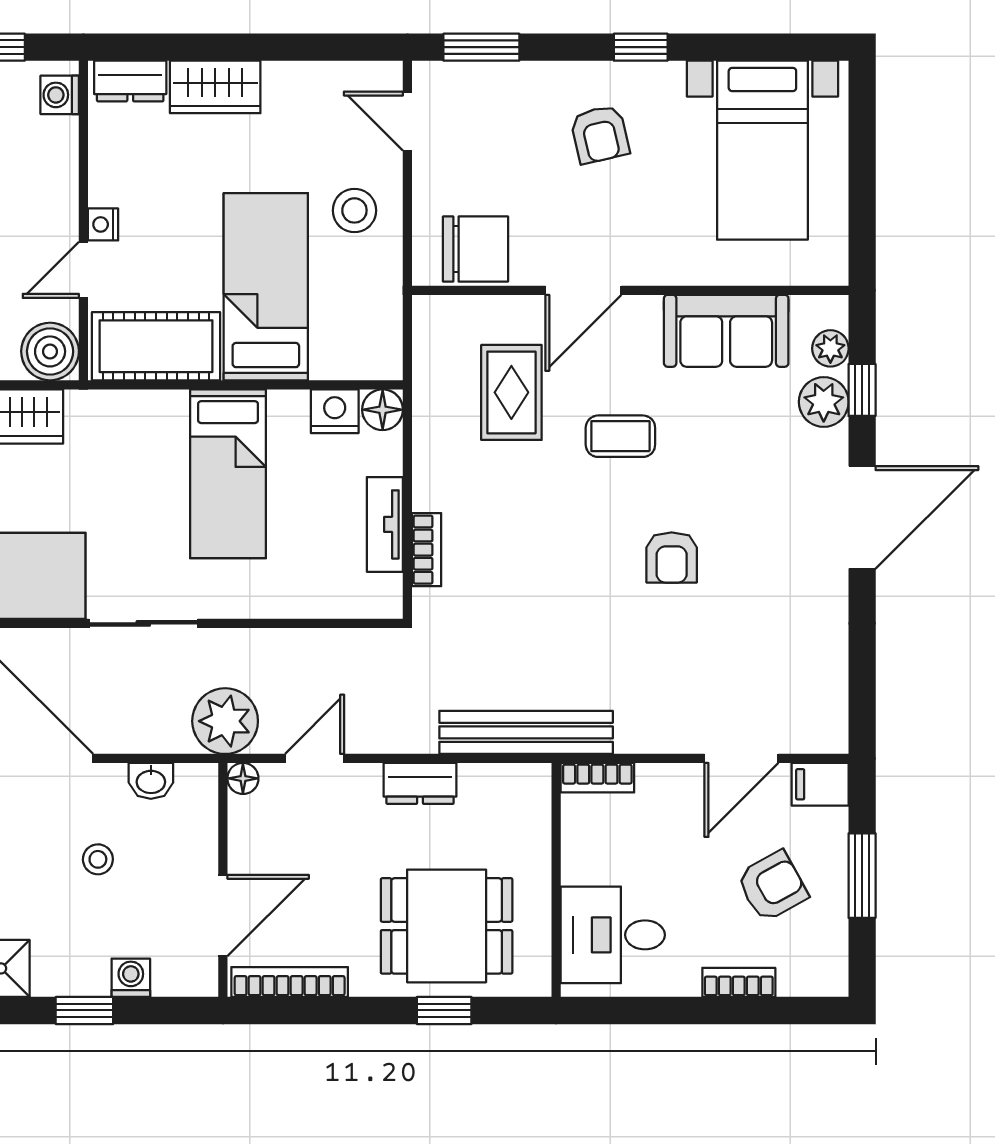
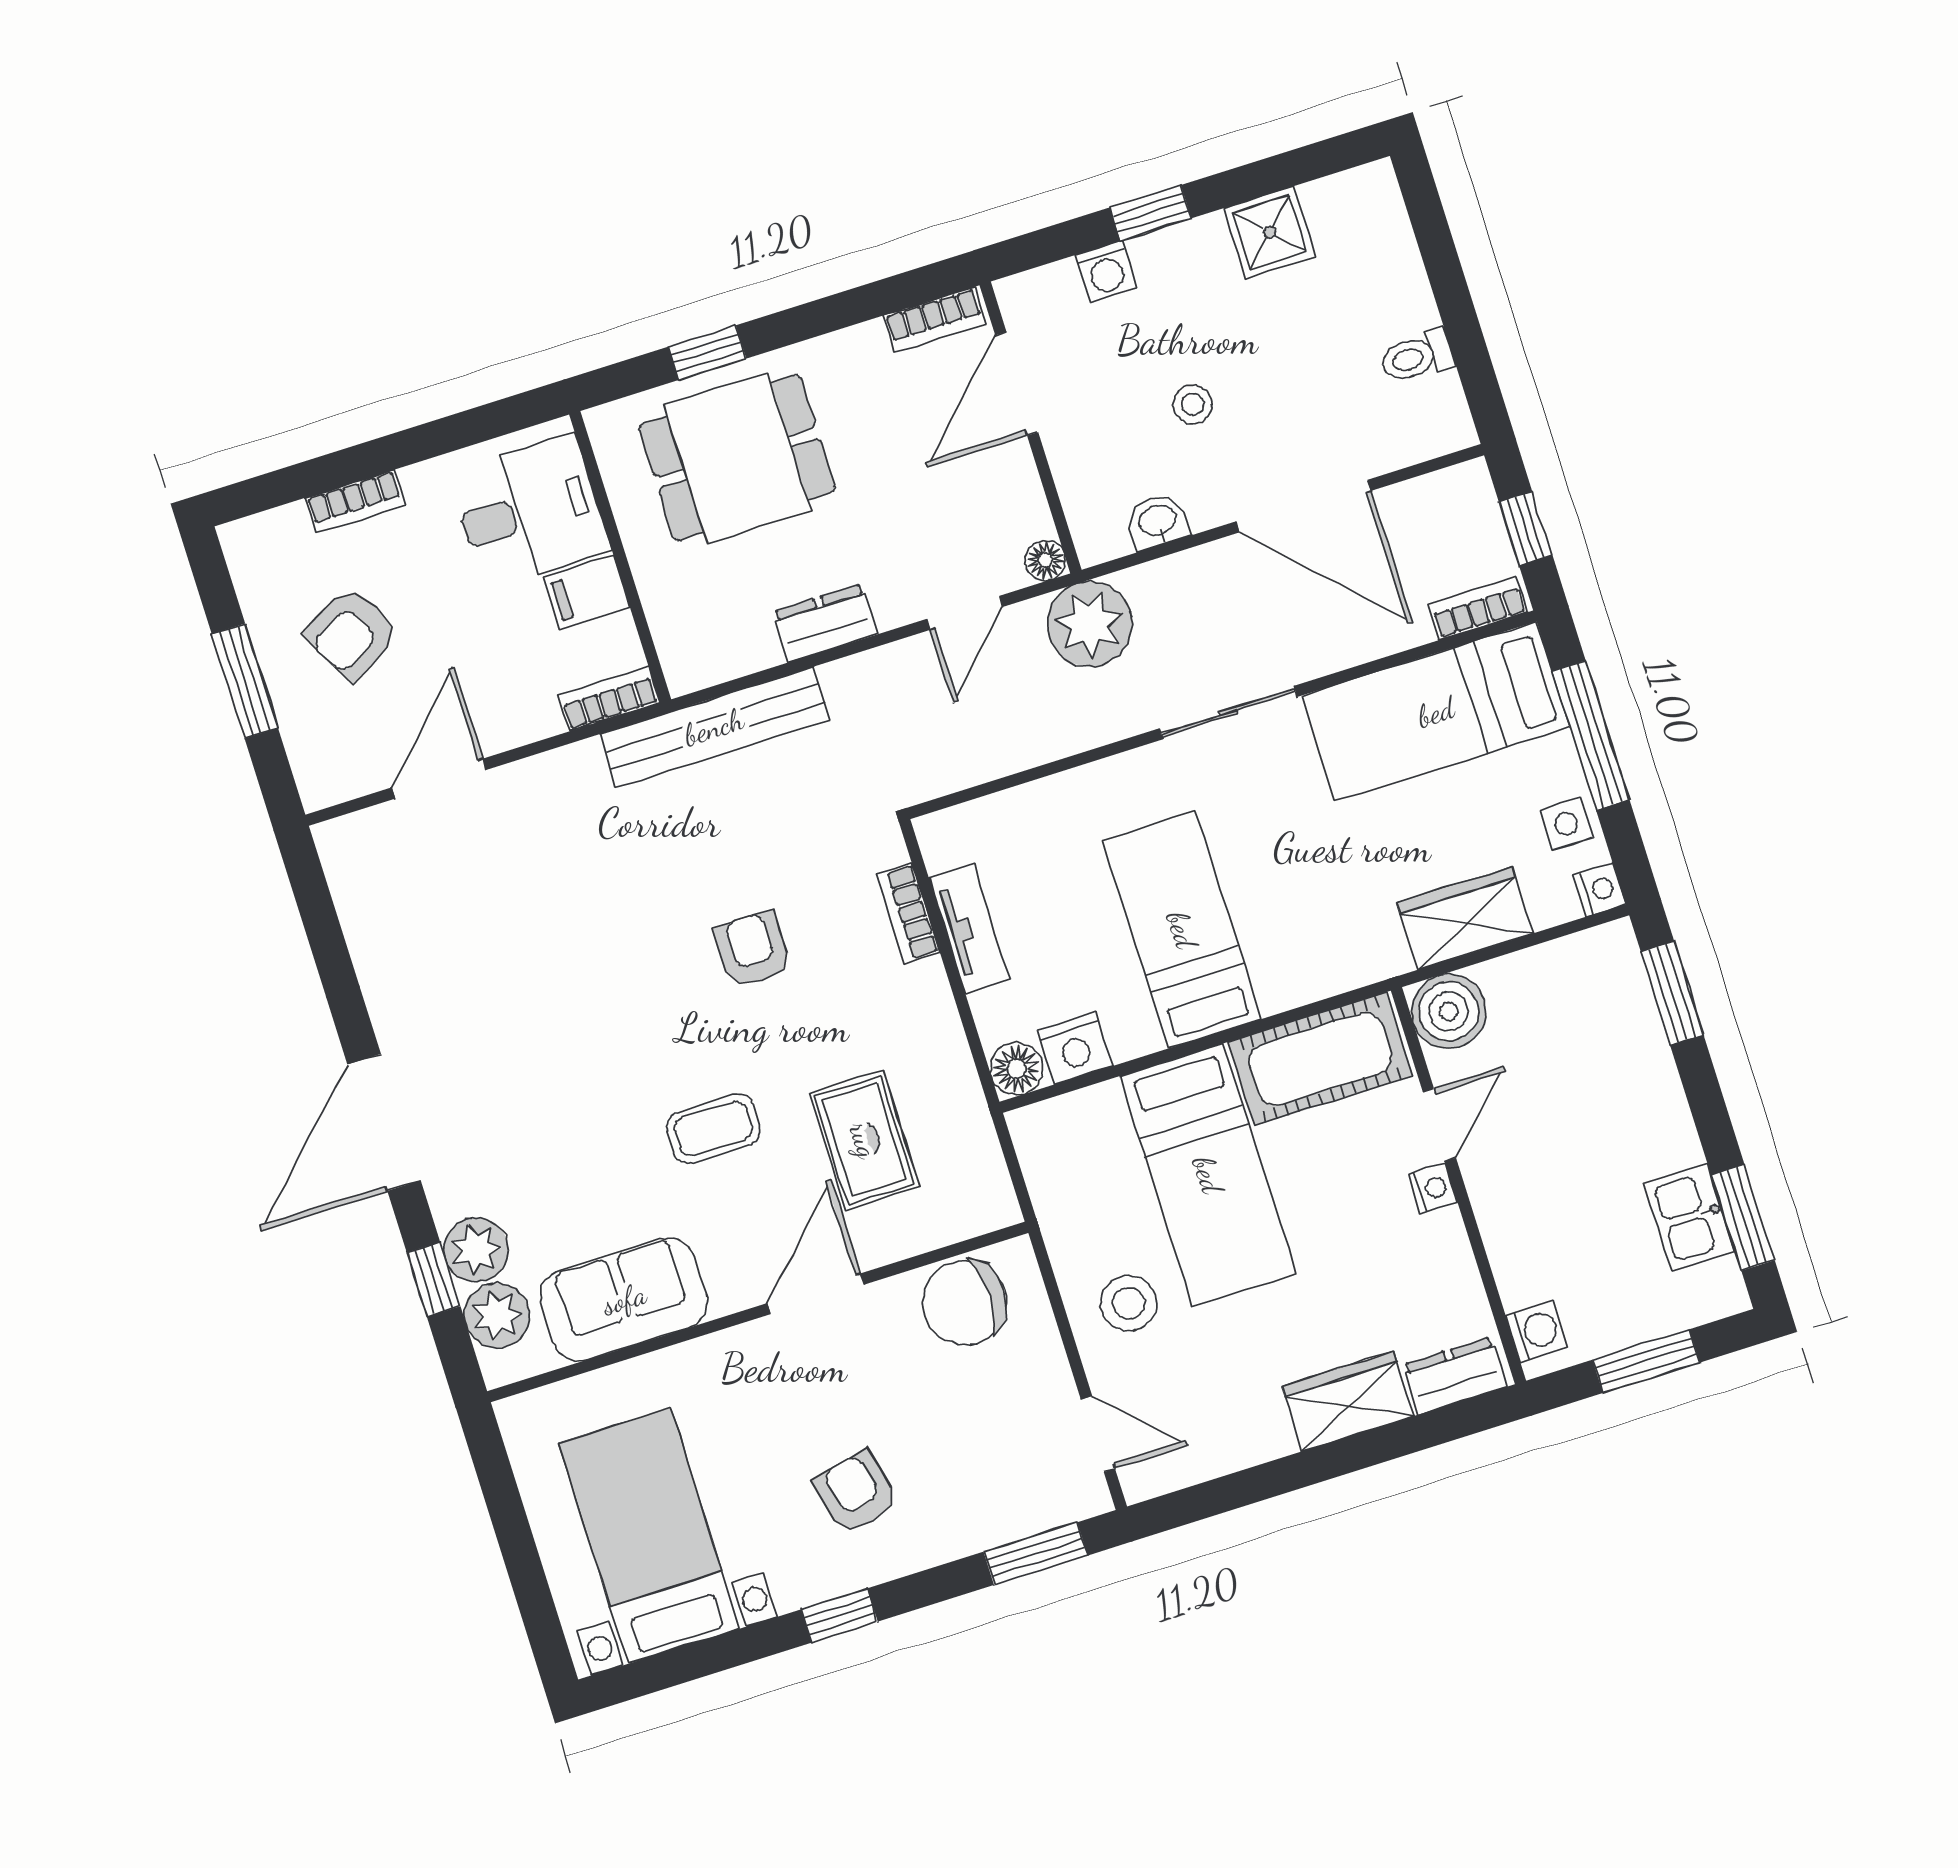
plant: (830, 348) -> (497, 1316), width x1.38, depth x1.38
armchair: (672, 557) -> (752, 949), moved
filing cabinet: (820, 784) -> (587, 592), moved, turned 180
bookcase: (290, 982) -> (935, 320), width x0.64

